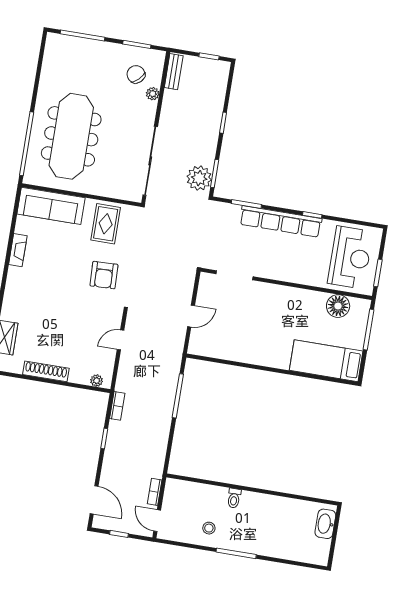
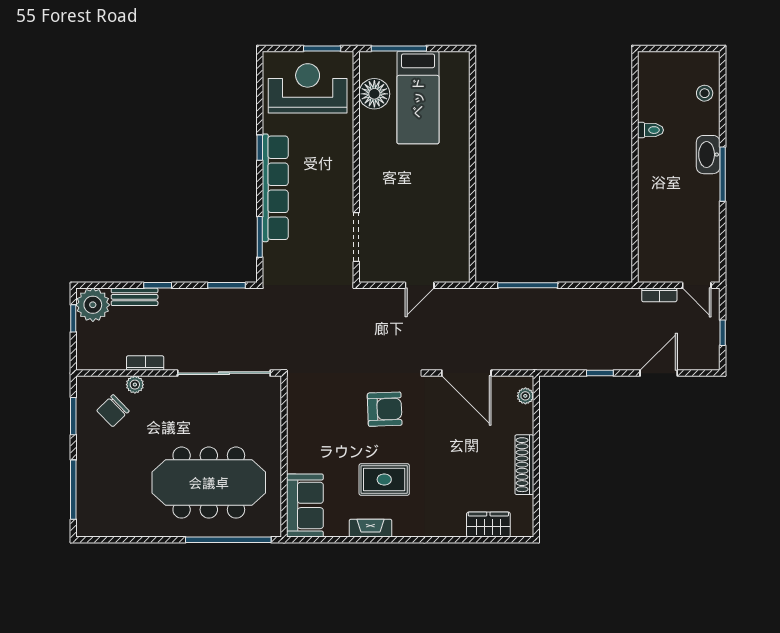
bench: (174, 72) -> (135, 297), moved
plant: (199, 178) -> (93, 305), moved
sofa: (51, 206) -> (305, 505), width x0.73
rug: (106, 224) -> (384, 479), moved
door: (191, 316) -> (420, 285), swing flipped
door: (121, 340) -> (466, 373), width x1.88
bed: (326, 361) -> (418, 98), moved
bookcase: (117, 406) -> (145, 363), moved
toilet: (234, 498) -> (650, 130), moved
door: (94, 500) -> (659, 373), moved
door: (157, 521) -> (697, 285), hinge flipped
washbasin: (325, 524) -> (708, 155), moved, turned 90
stool: (209, 528) -> (705, 93), moved

